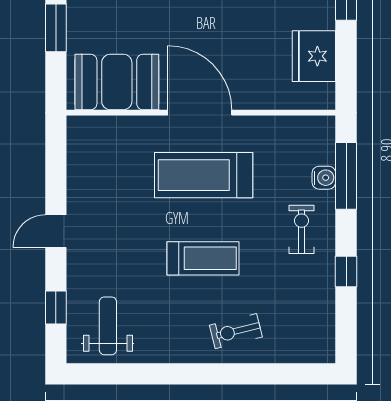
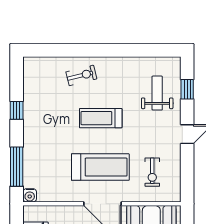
water cooler: (324, 178) -> (30, 195), moved, turned -90
exercise bike: (302, 229) -> (152, 172), moved
weight bench: (108, 326) -> (157, 93), moved, turned 180

